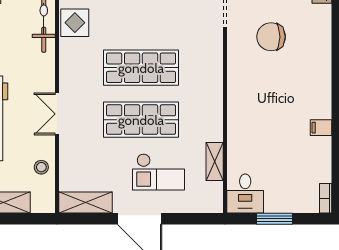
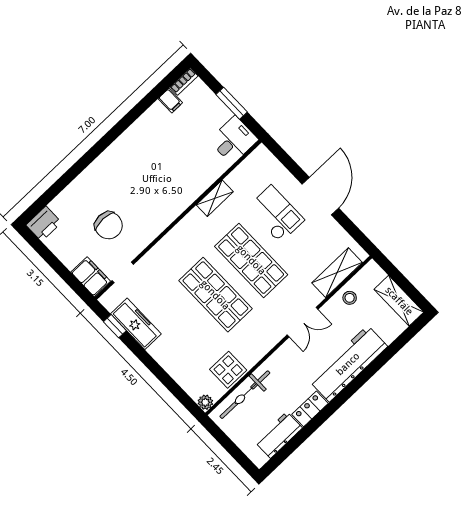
filing cabinet: (321, 128) -> (170, 101), moved
shelving: (215, 161) -> (215, 198), moved
shelving: (86, 202) -> (337, 273), moved, turned 90

